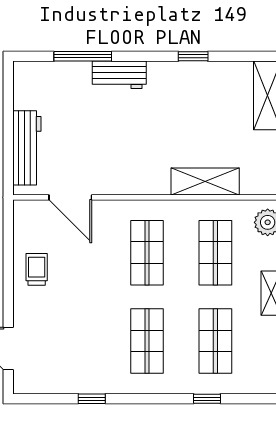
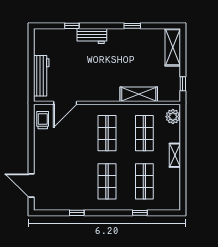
window: (83, 56) -> (72, 26), width x0.46
door: (70, 197) -> (65, 103), hinge flipped
trolley: (37, 269) -> (43, 120), moved

